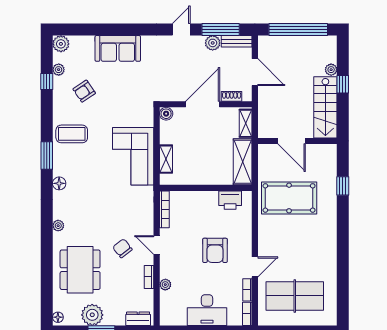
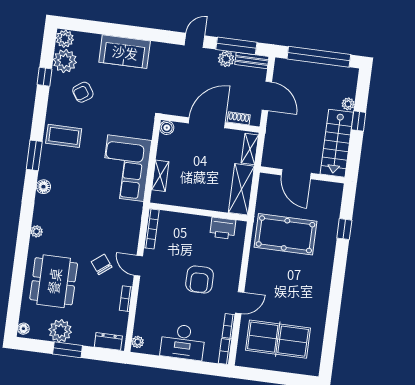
plant: (59, 70) -> (65, 61), width x1.87, depth x1.87
plant: (165, 285) -> (138, 342), moved

